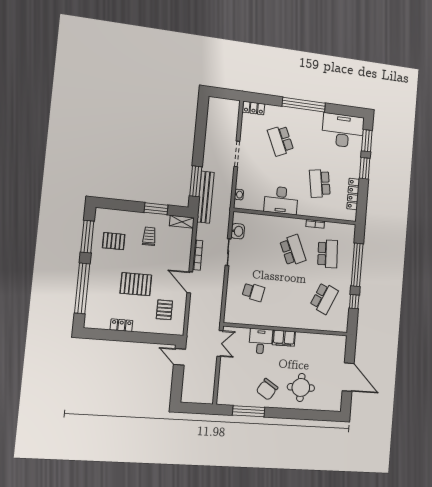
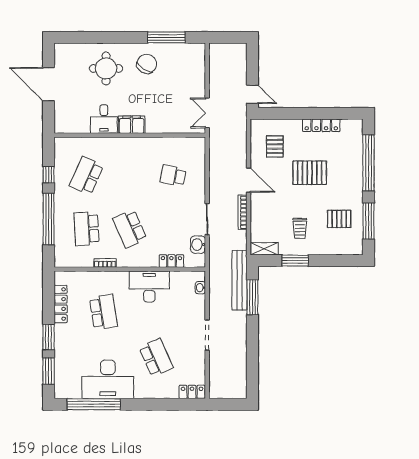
window: (304, 105) -> (94, 404), moved
desk: (343, 131) -> (108, 379), moved
locker: (261, 220) -> (171, 261), added
locker: (121, 325) -> (321, 125), width x1.53
desk: (261, 341) -> (104, 119), moved

